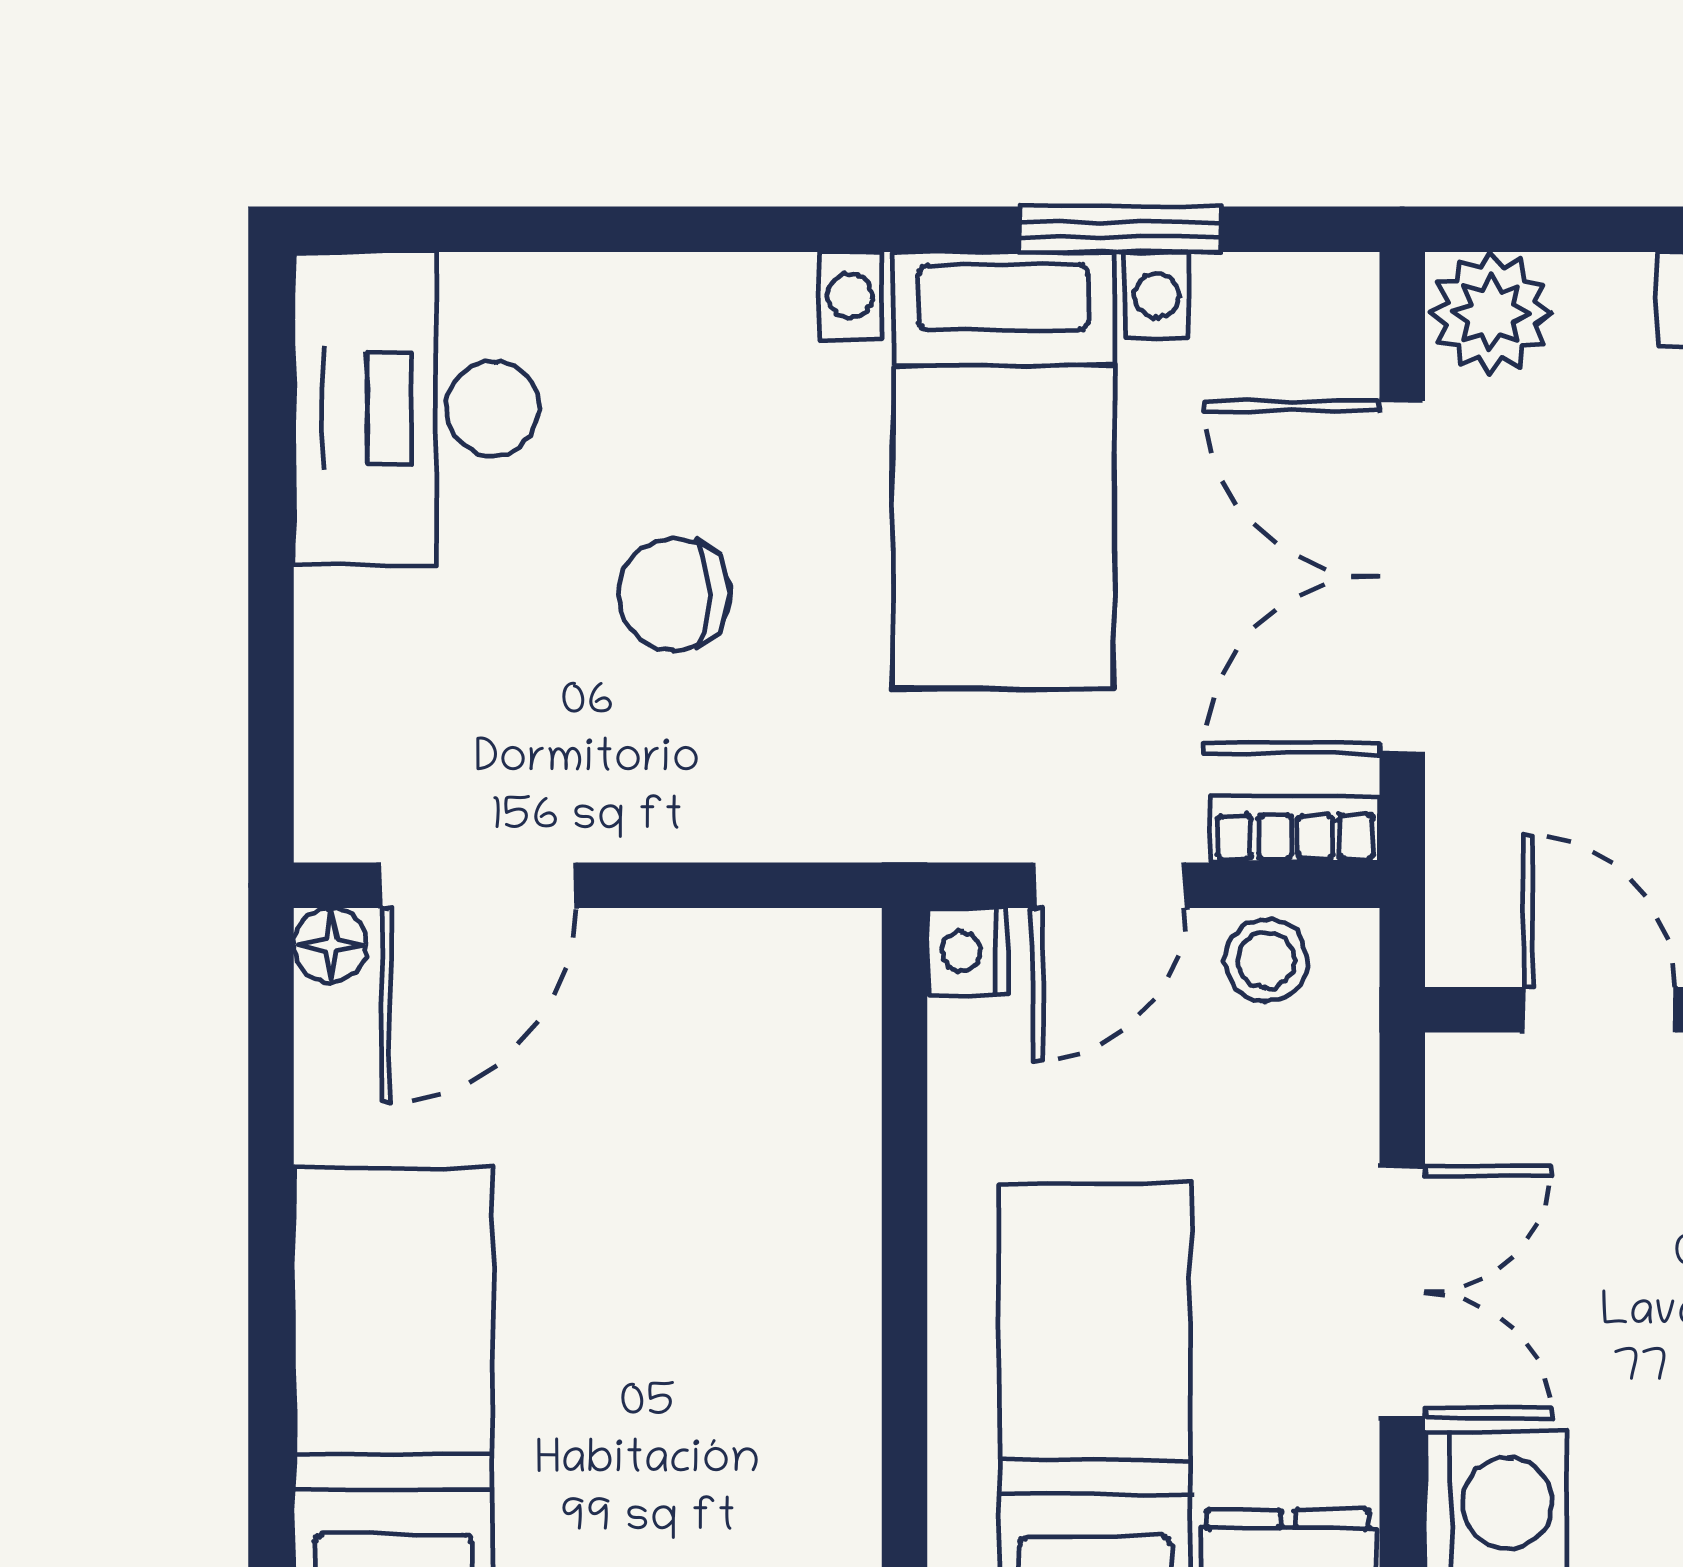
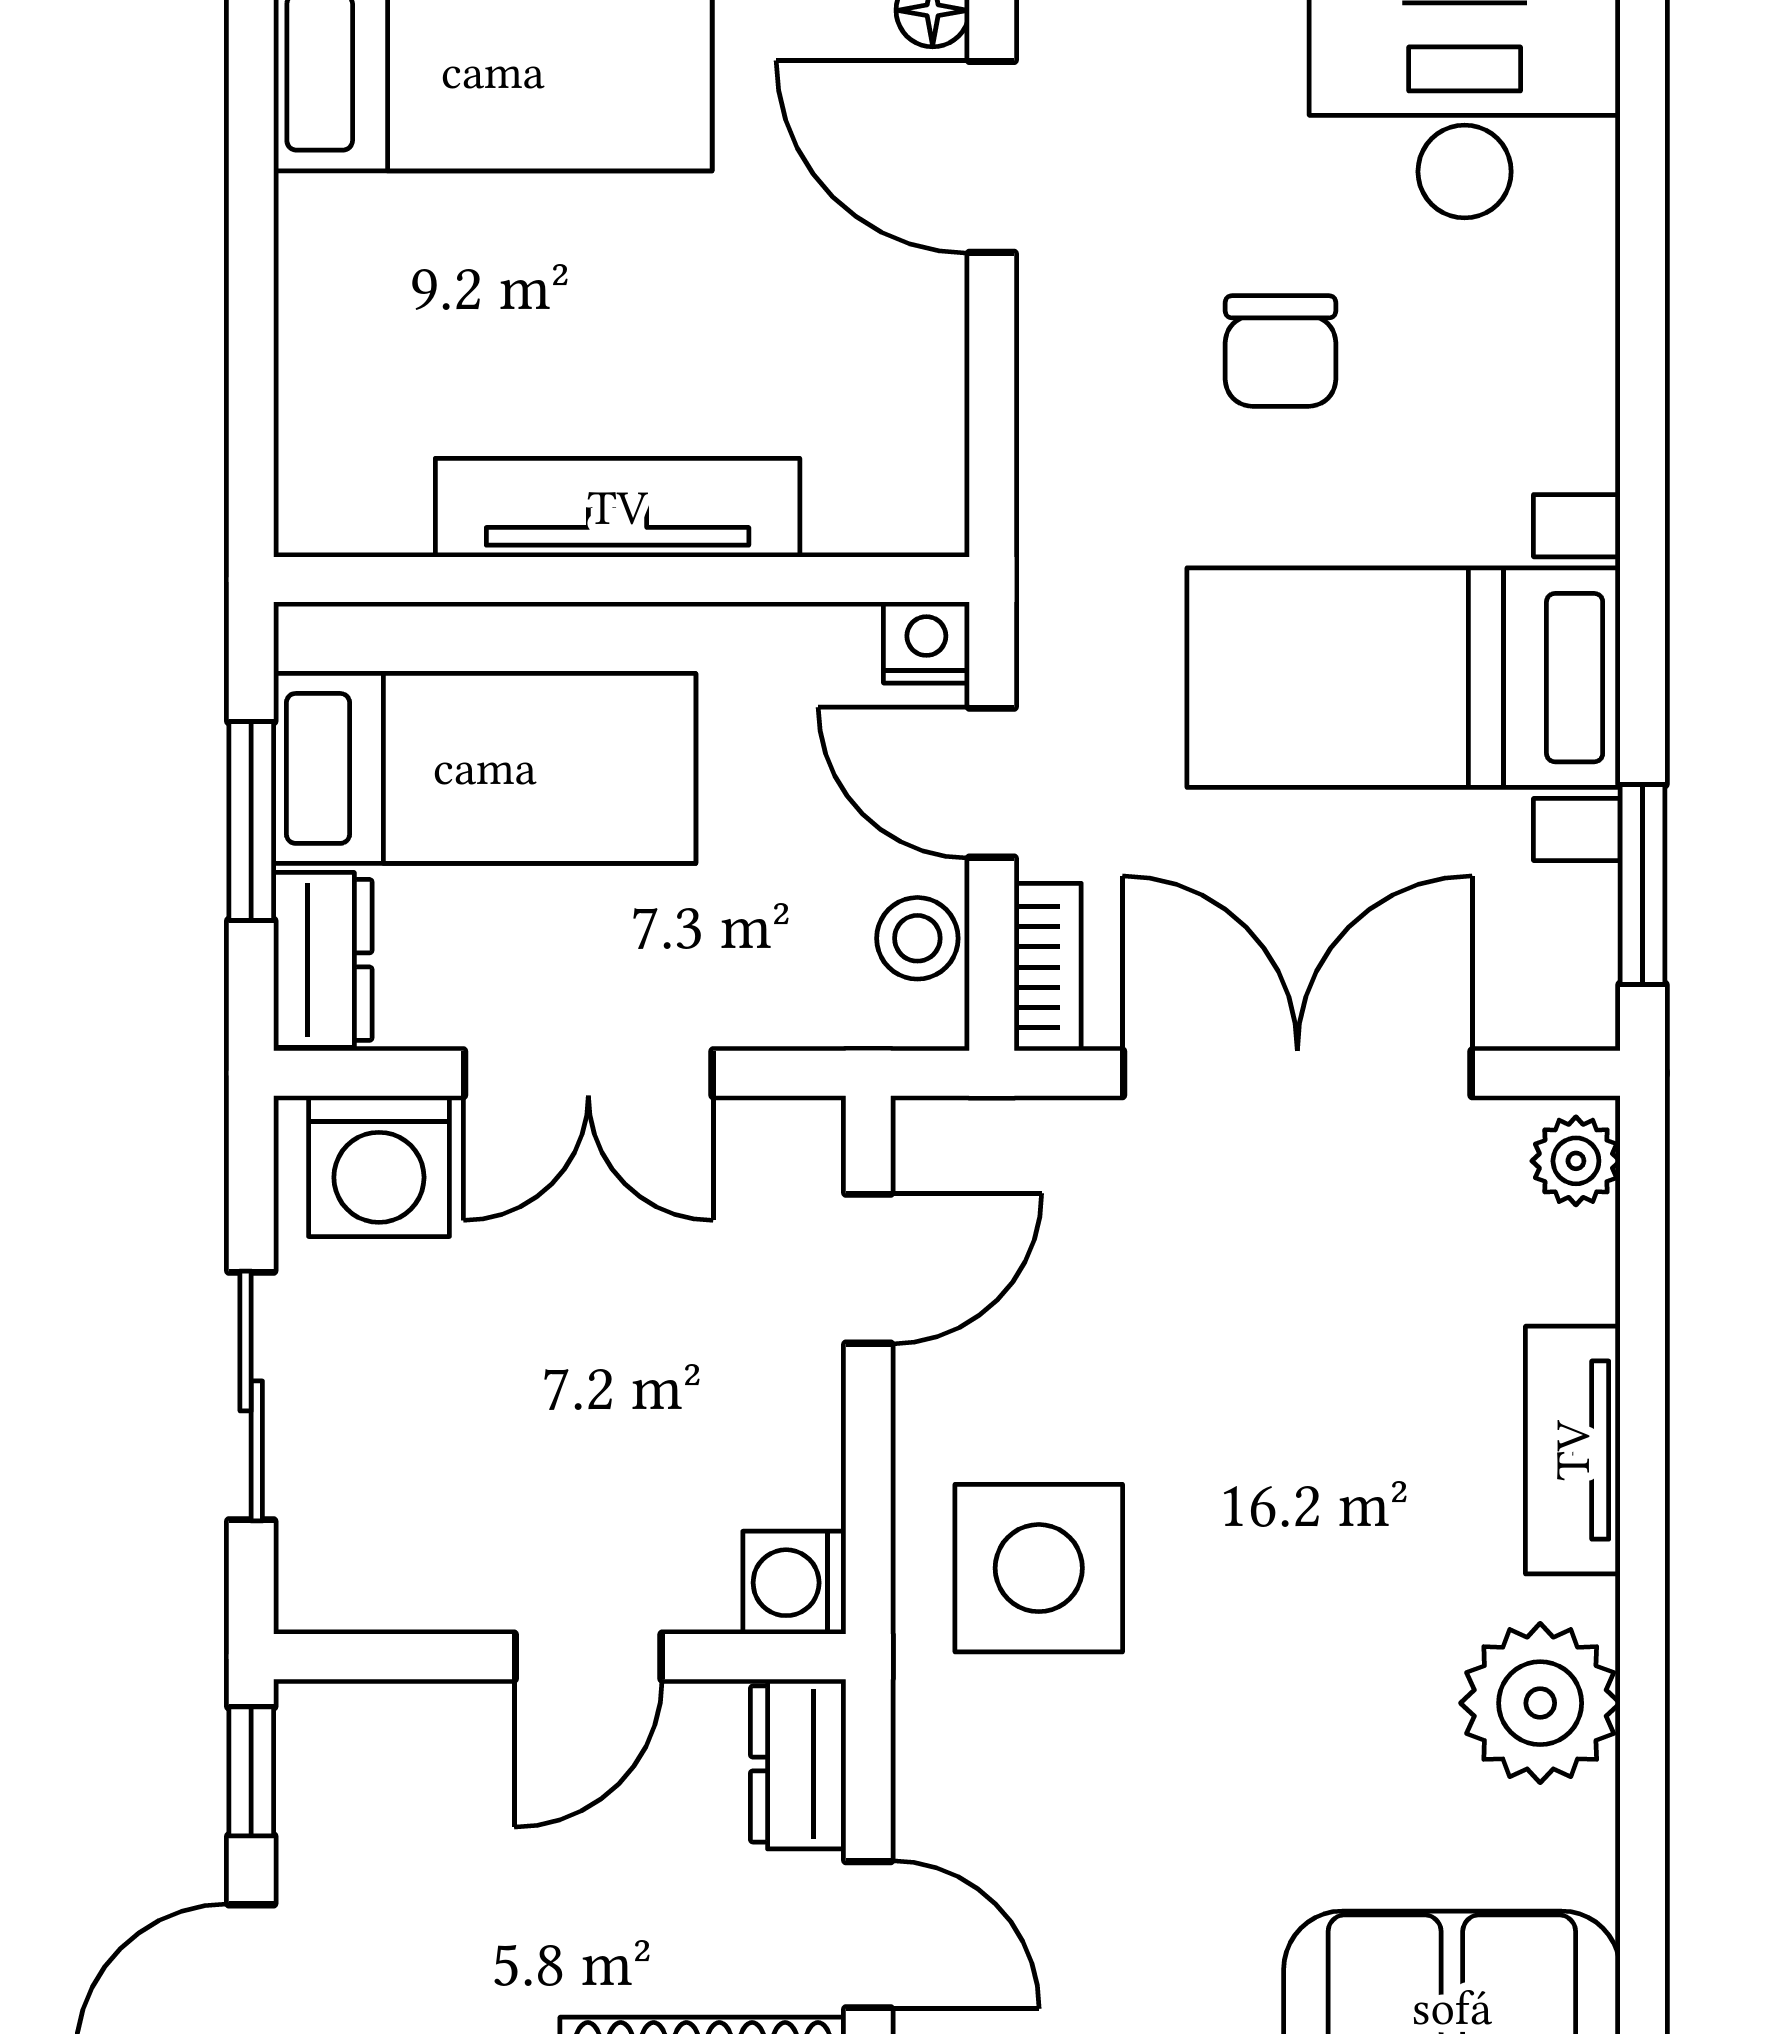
window: (1121, 229) -> (1643, 884), moved
plant: (1491, 313) -> (1576, 1161), width x0.73, depth x0.73
chair: (674, 594) -> (1280, 351), turned 180
tv unit: (832, 1263) -> (618, 508), added

